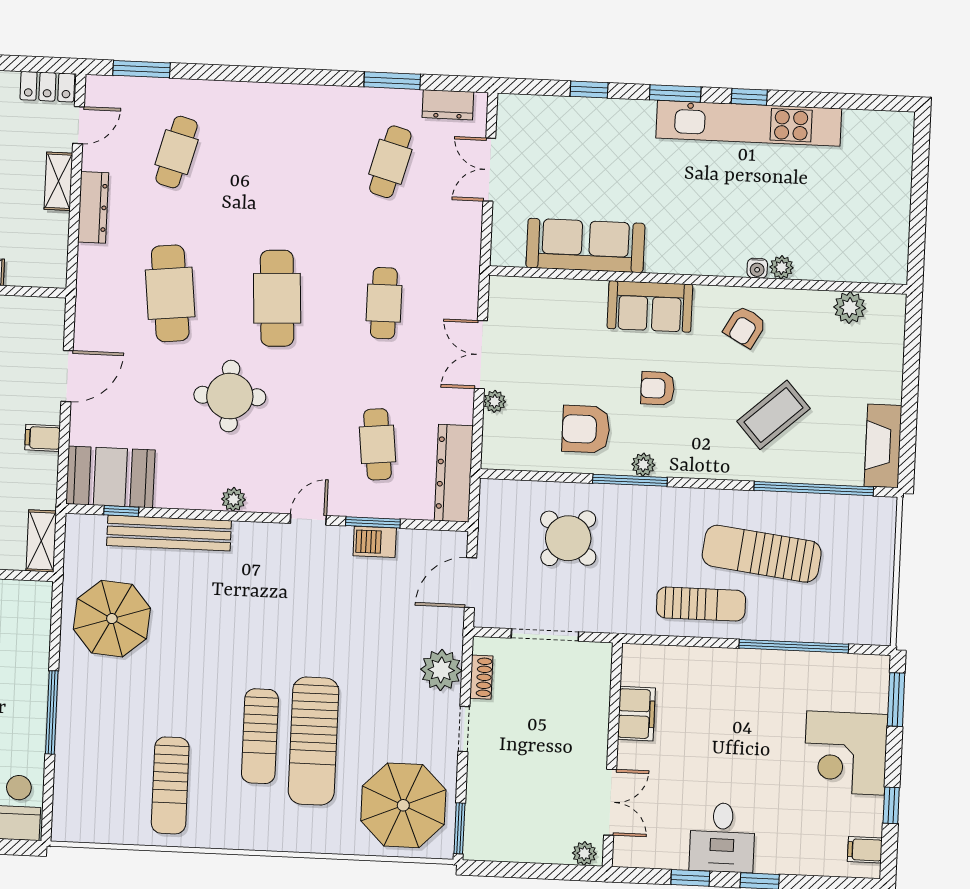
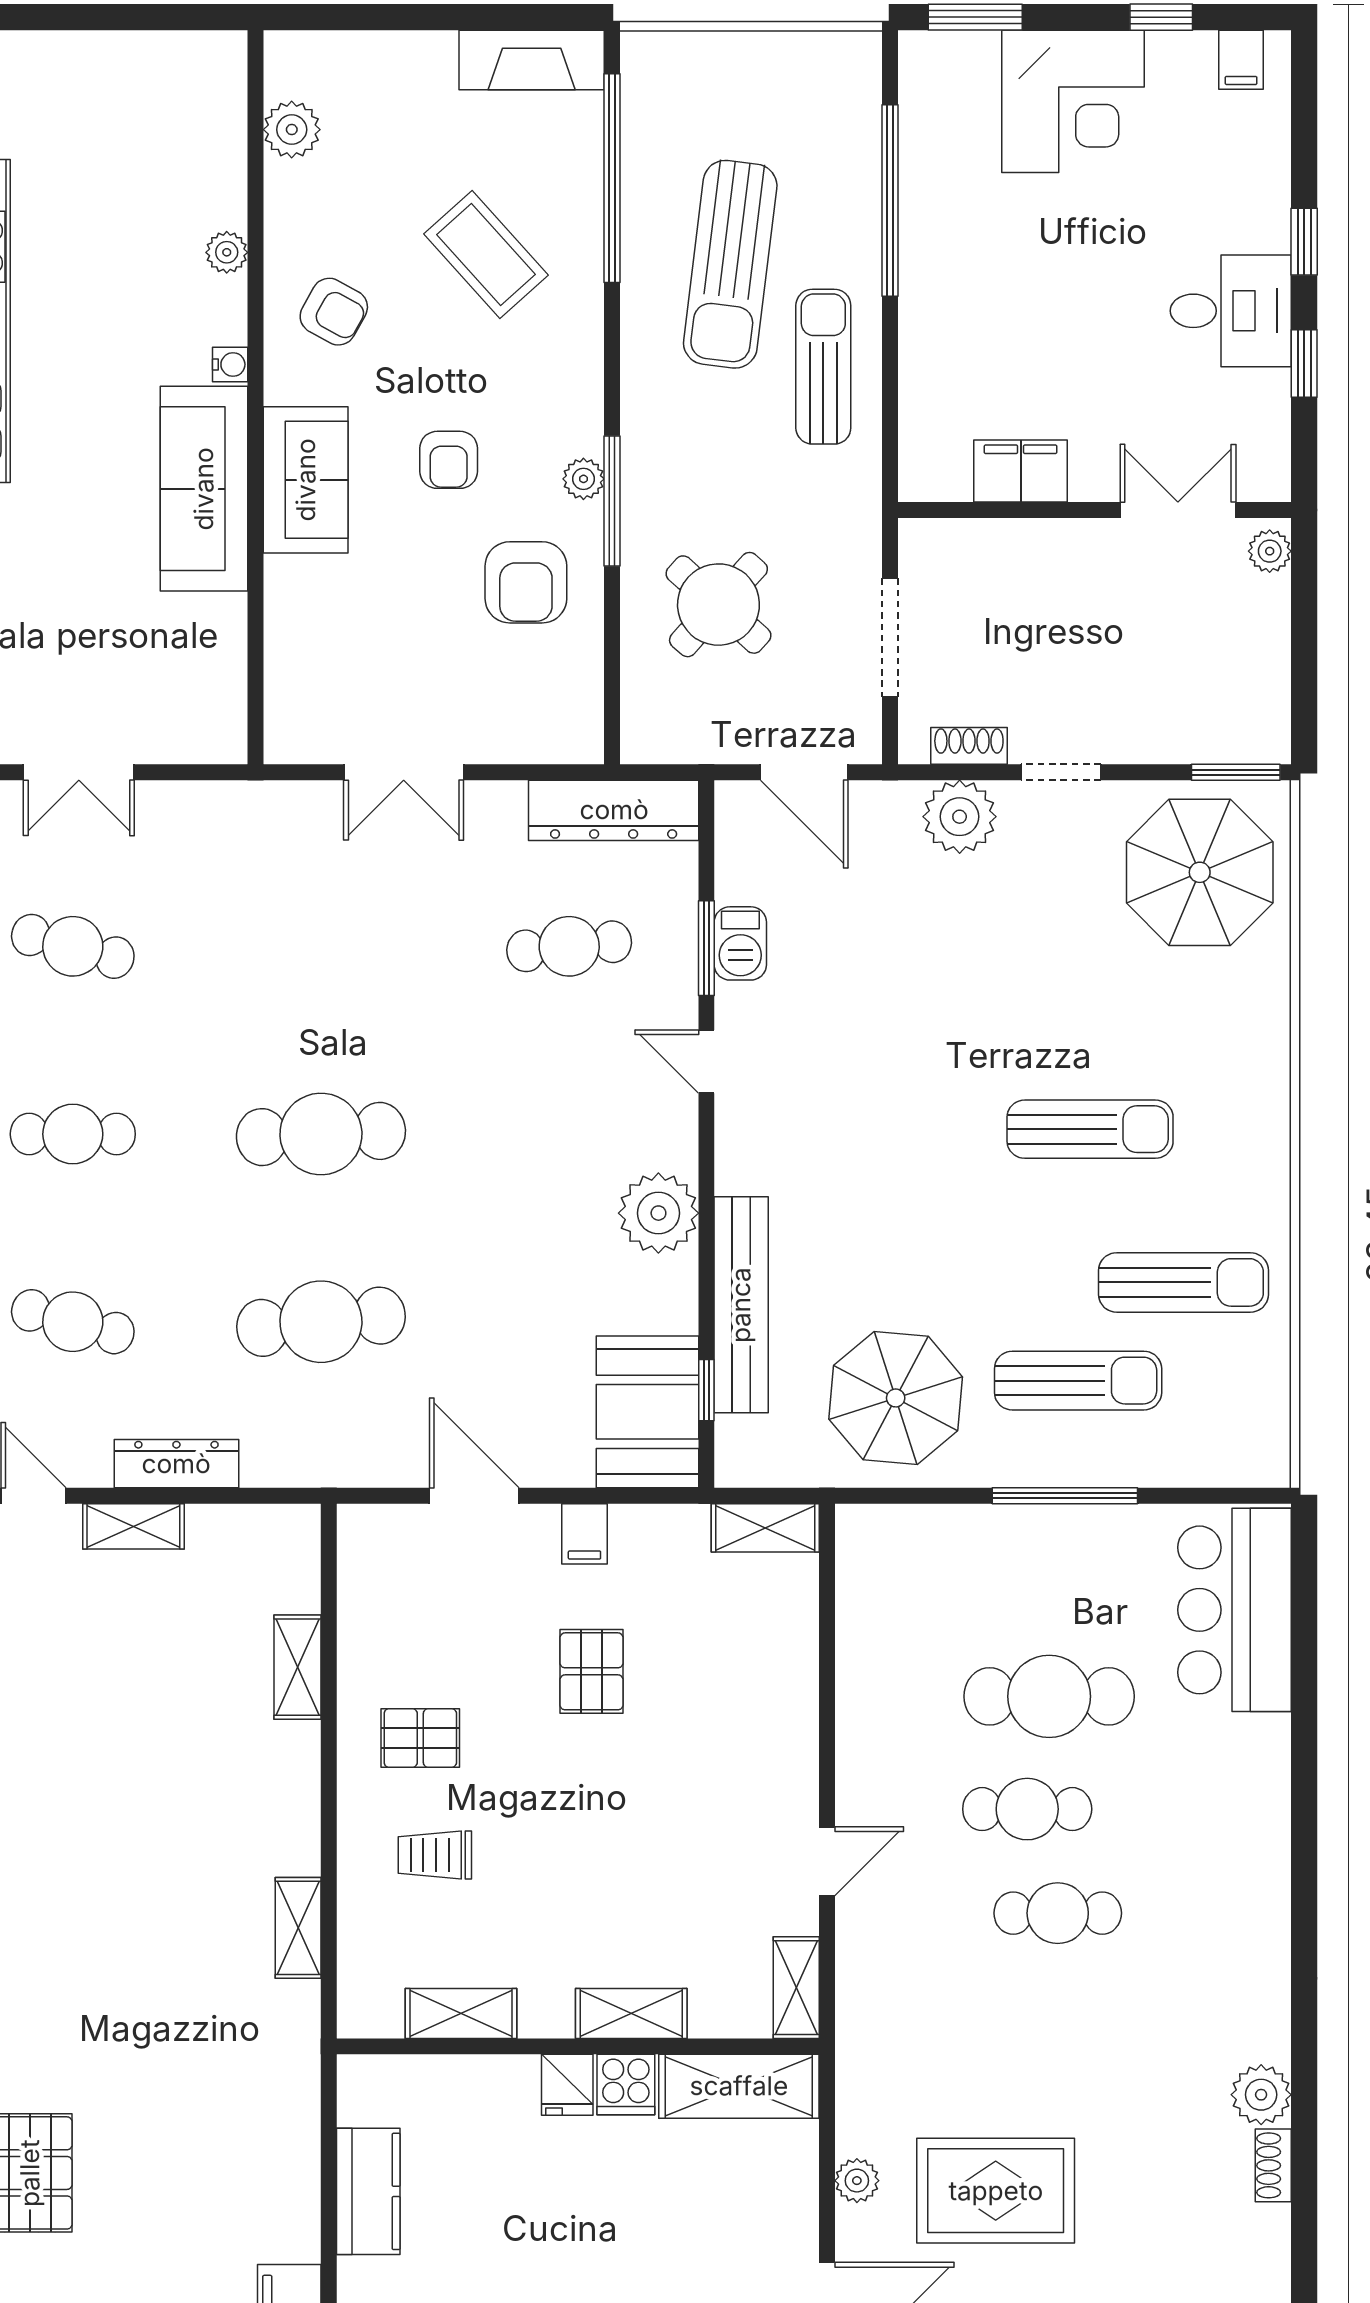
sofa: (585, 245) -> (204, 489), moved
water cooler: (757, 268) -> (230, 364), moved
cafe table: (384, 303) -> (73, 1134), moved
round table: (230, 396) -> (496, 1209), removed
plant: (495, 401) -> (485, 744), removed
plant: (233, 499) -> (658, 1213), width x1.88, depth x1.88
sun lounger: (313, 741) -> (1078, 1381), moved, width x0.73, depth x0.75

